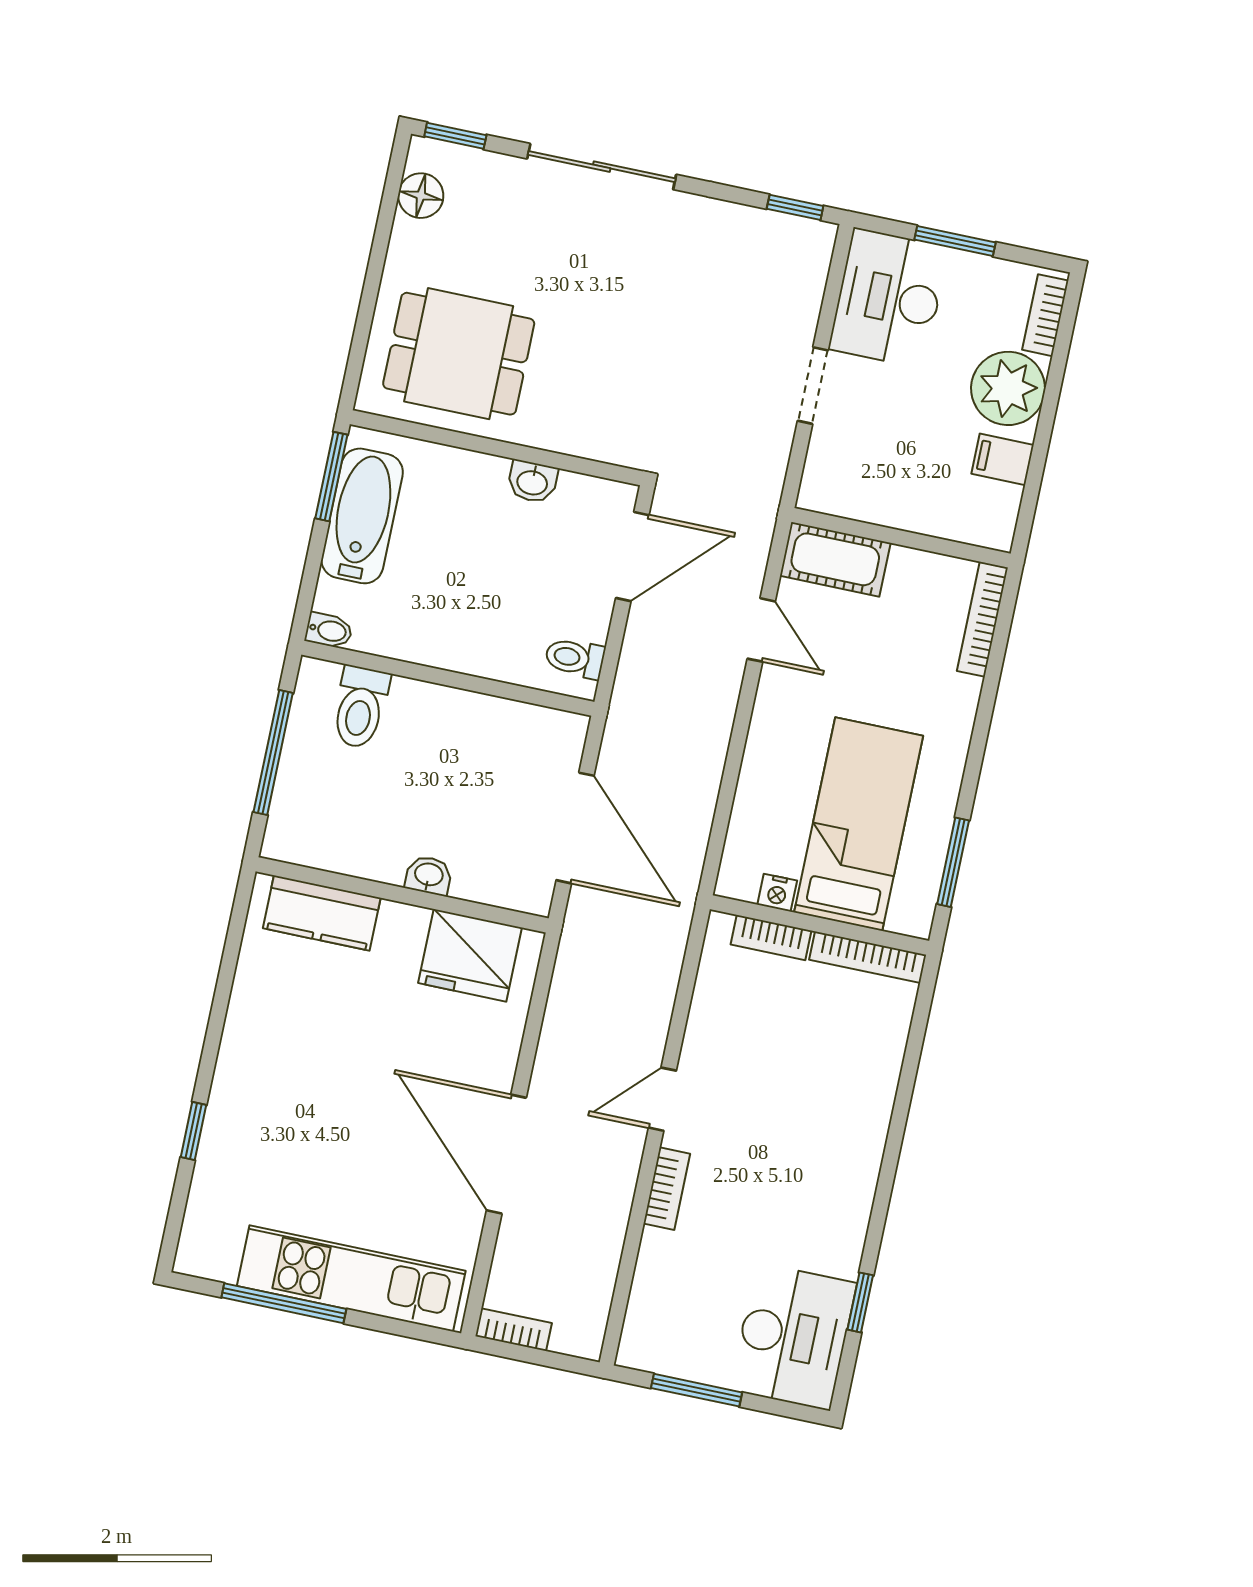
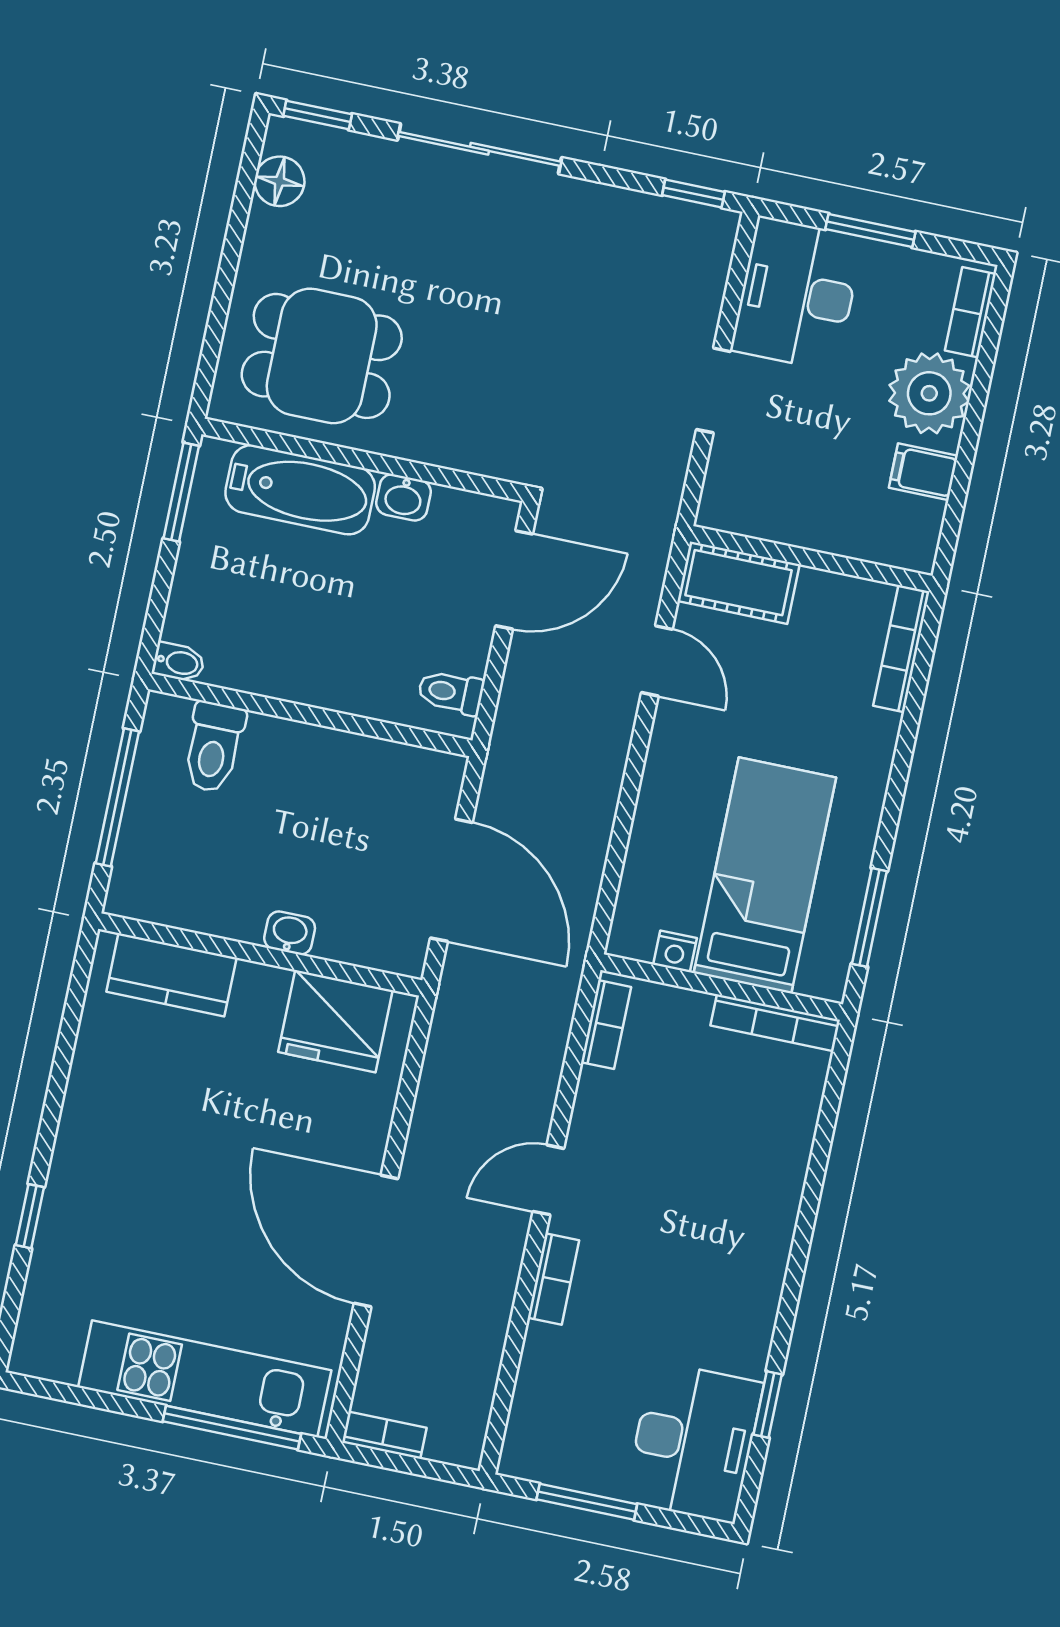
bathtub: (362, 516) -> (300, 490), moved, turned 90
bookcase: (771, 938) -> (606, 1025), moved, turned -90
window: (284, 1303) -> (232, 1428), moved

